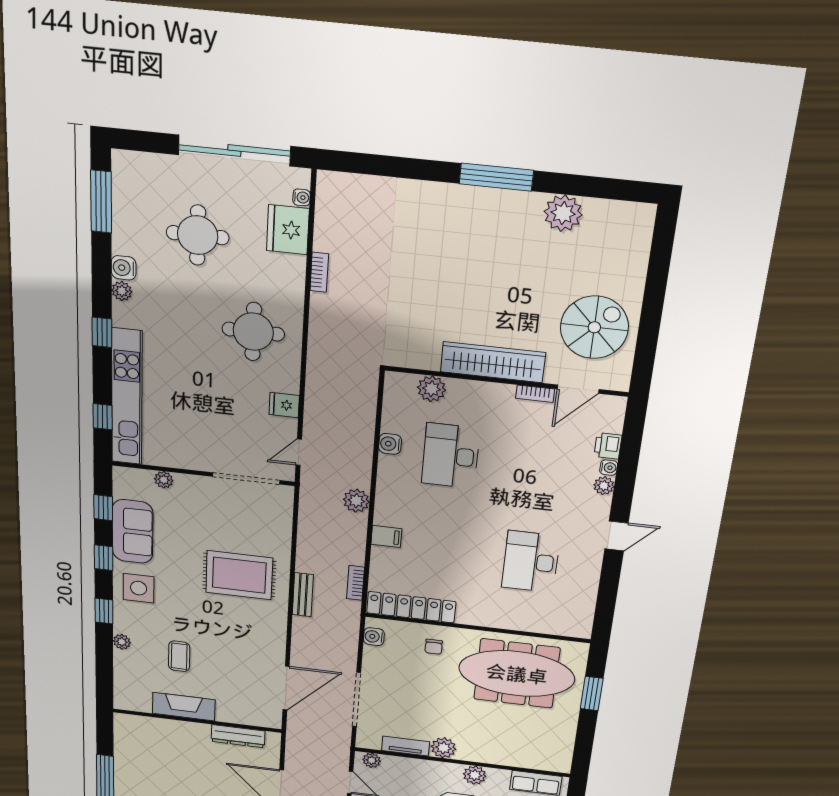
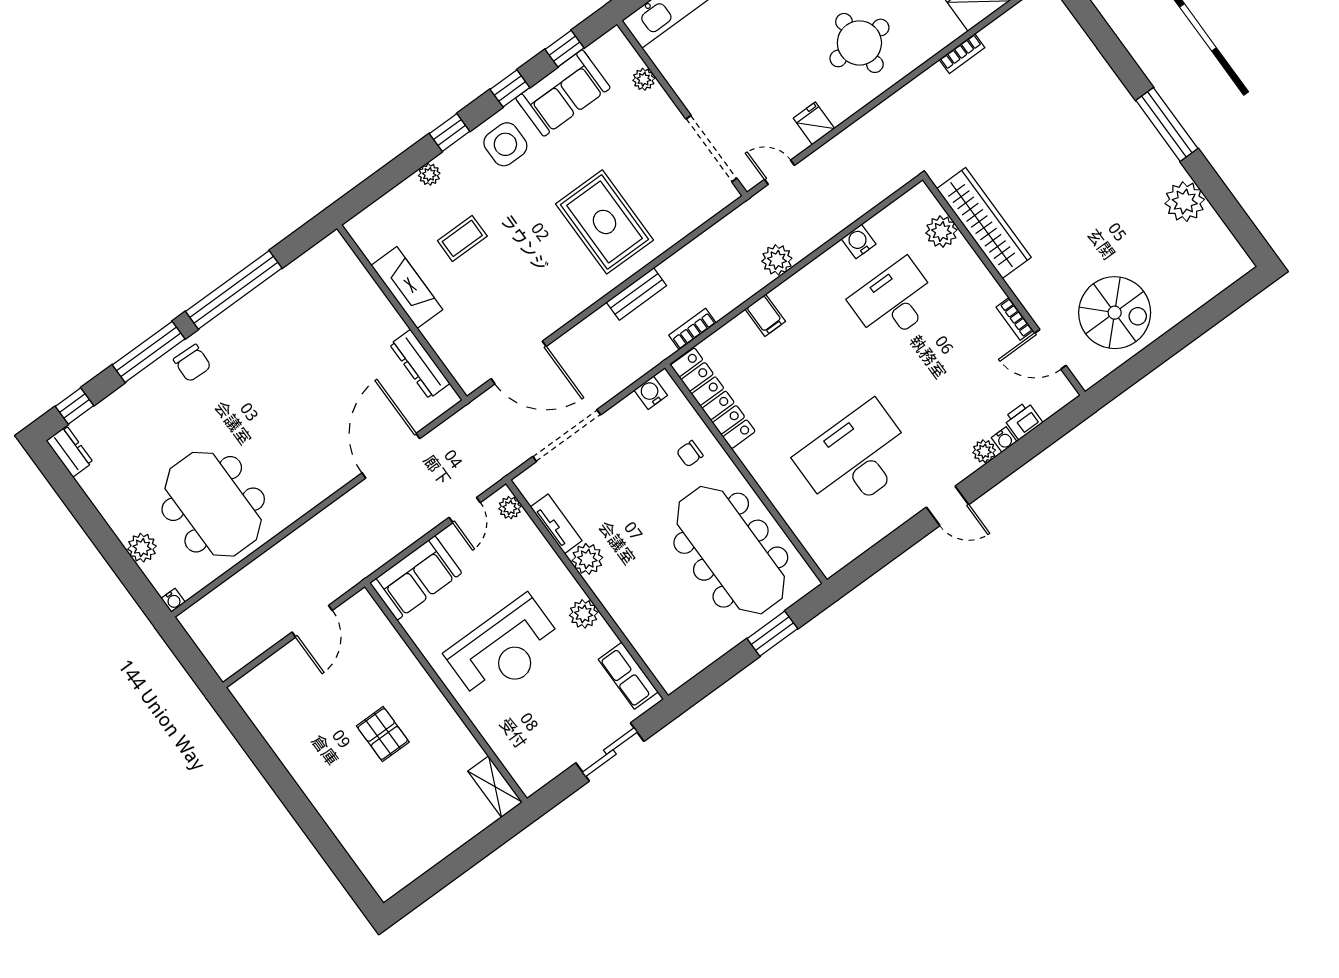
wardrobe: (493, 362) -> (984, 223), moved
desk: (531, 562) -> (856, 458), width x1.36, depth x1.30

